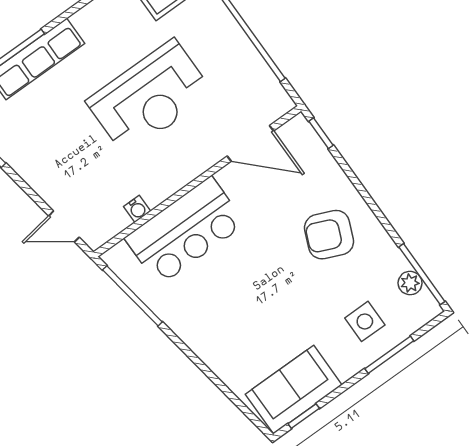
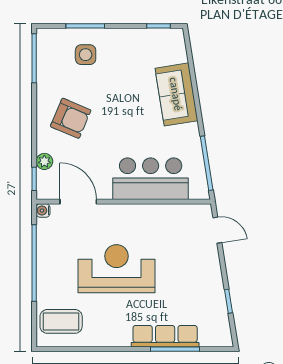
water cooler: (137, 209) -> (43, 211), moved, turned -90
plant: (410, 283) -> (44, 161), moved
sofa: (294, 390) -> (176, 94), moved, turned 81

